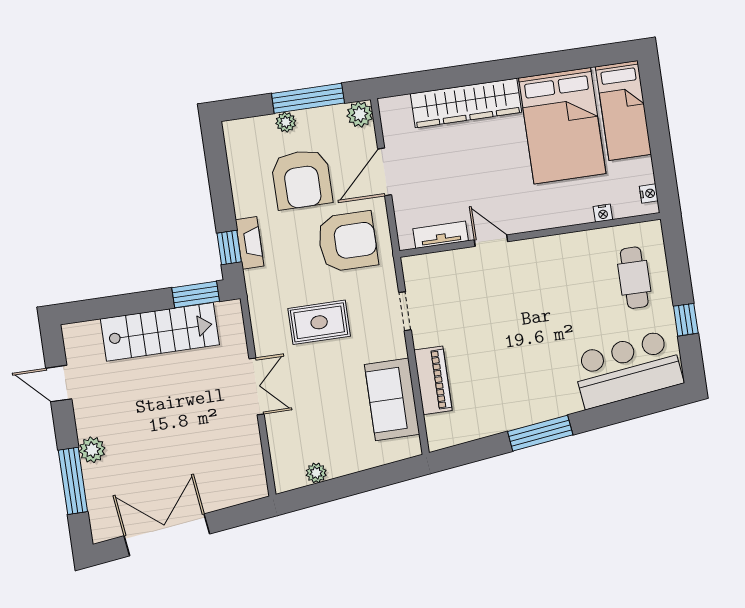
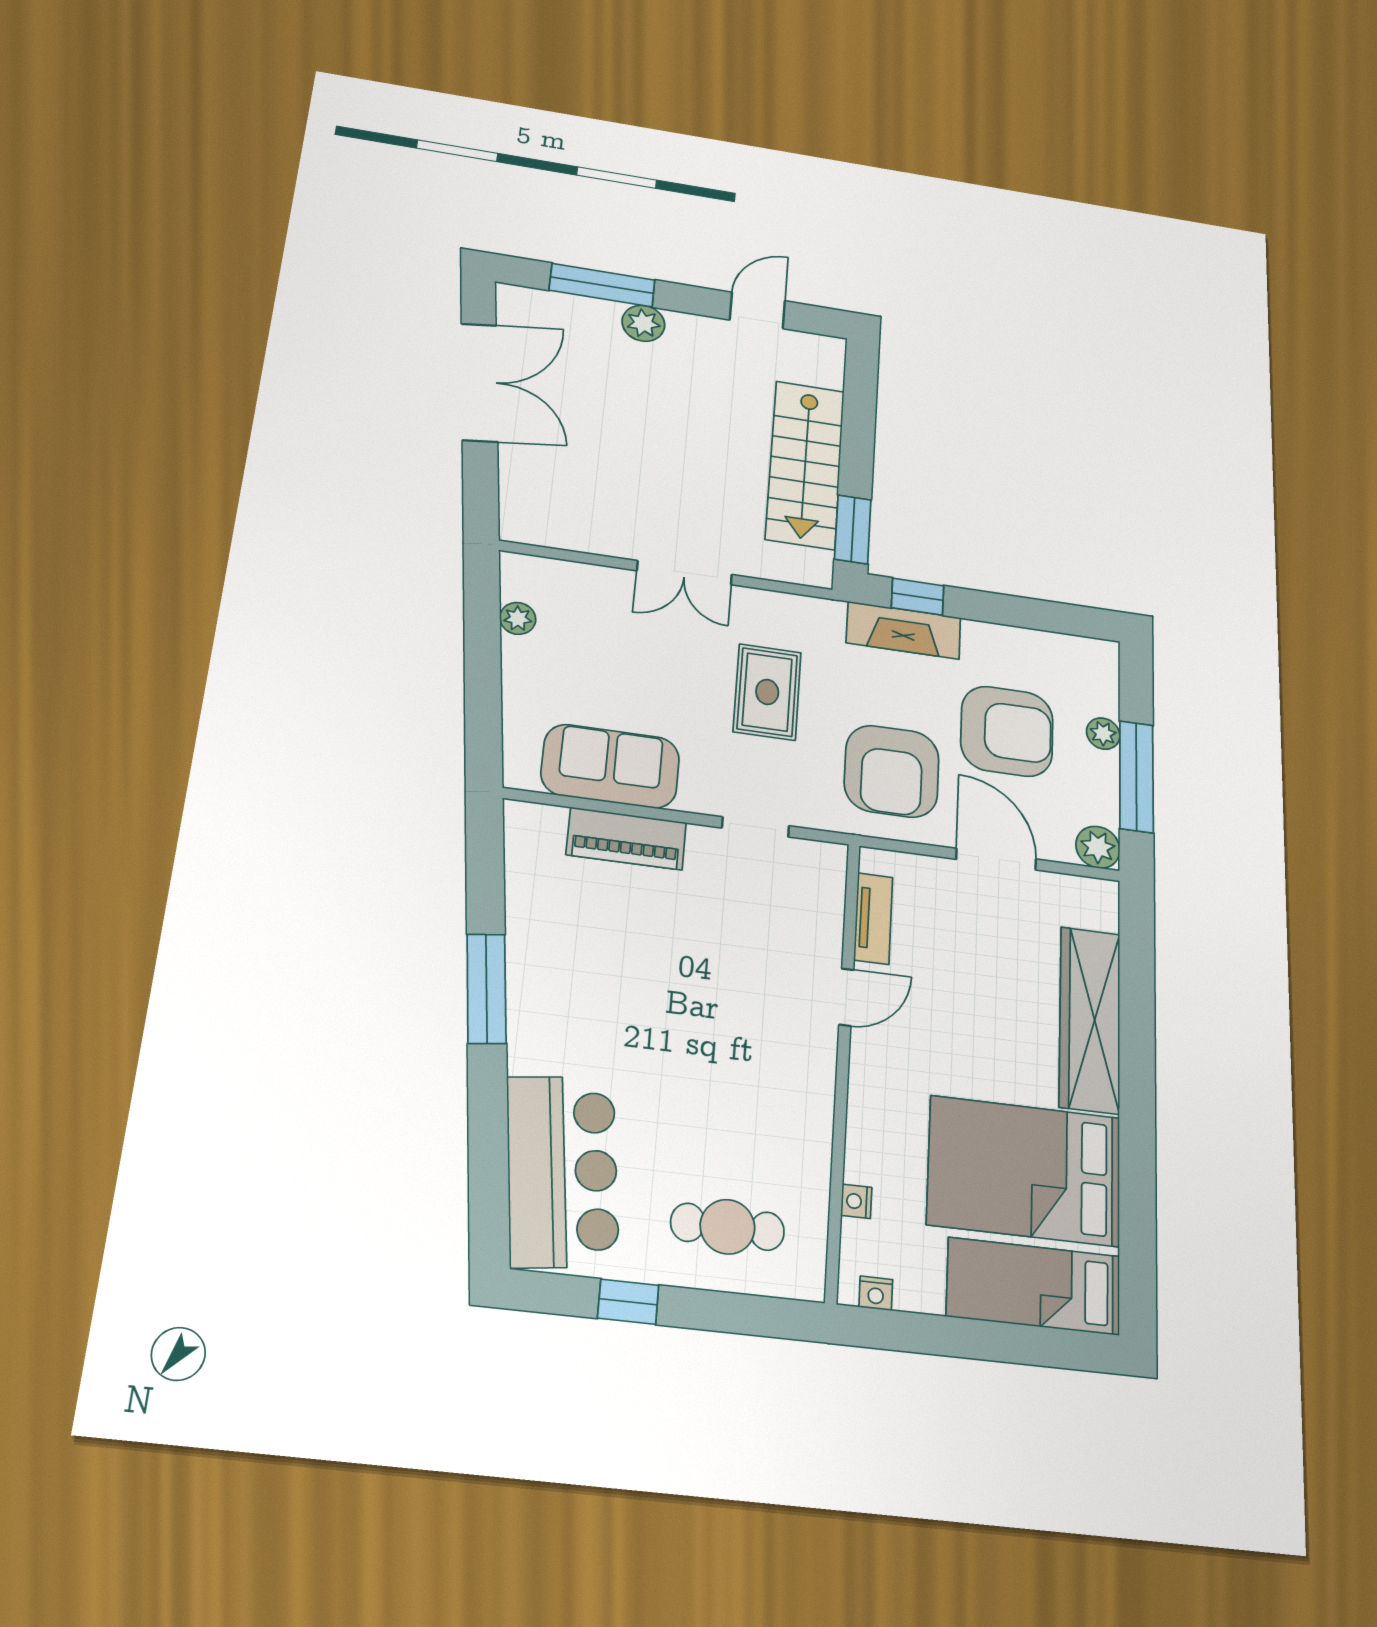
armchair: (302, 179) -> (1007, 731), turned 180
fireplace: (250, 243) -> (904, 630), width x1.37, depth x1.32

